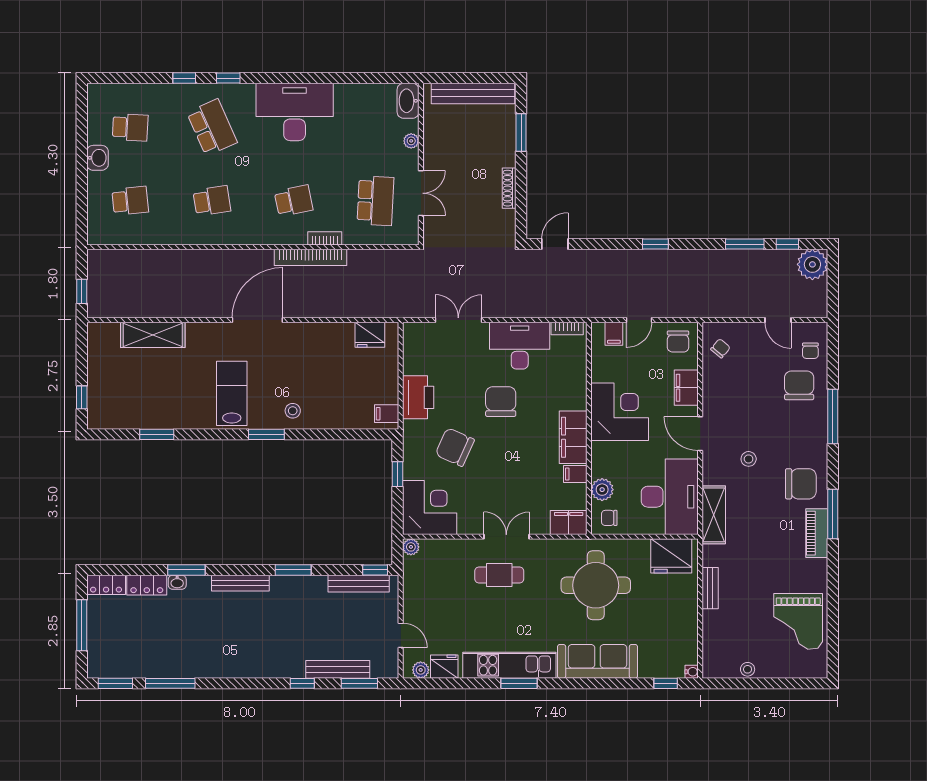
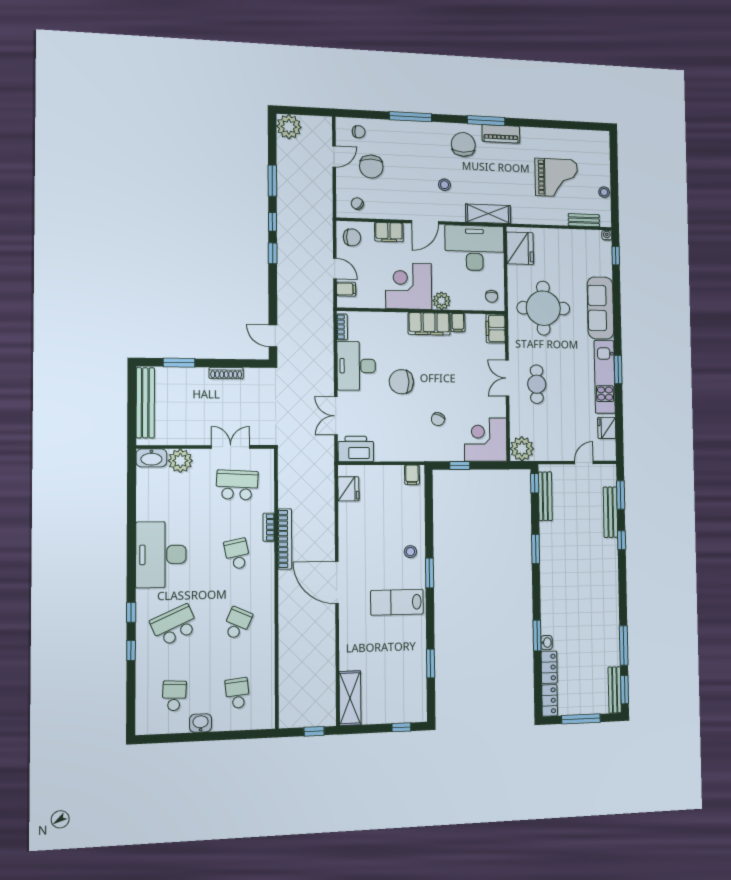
plant: (411, 141) -> (180, 461), width x1.88, depth x1.88
school desk: (212, 201) -> (237, 623), turned 33
window: (787, 244) -> (273, 222), moved
shelving: (153, 335) -> (350, 698), moved
chair: (799, 385) -> (371, 167), moved, turned -90
printer: (418, 397) -> (356, 449), moved
chair: (455, 447) -> (438, 419), width x0.54, depth x0.54
plant: (602, 490) -> (442, 301), moved
plant: (411, 547) -> (522, 449), width x1.88, depth x1.88
bench: (240, 583) -> (615, 690), moved
bench: (710, 588) -> (584, 220), moved
grand piano: (798, 621) -> (556, 178), moved
plant: (421, 670) -> (610, 447), removed

